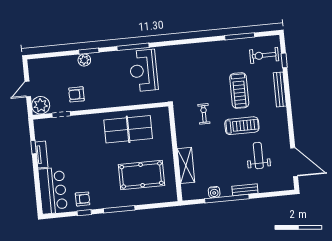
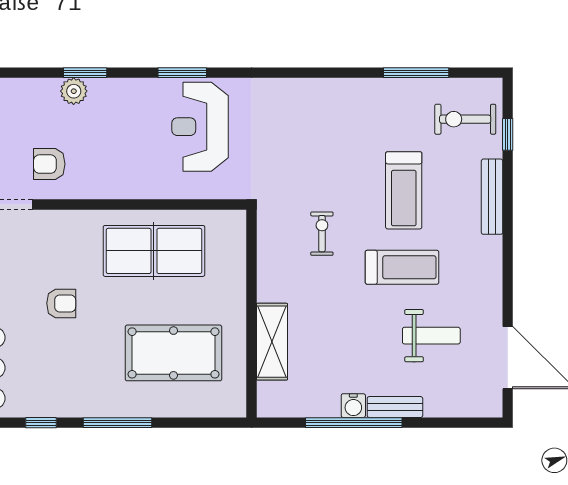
window: (133, 47) -> (182, 73), width x0.69
weight bench: (258, 156) -> (431, 336), turned 90
water cooler: (214, 192) -> (353, 406), moved
armchair: (83, 199) -> (61, 303), moved

